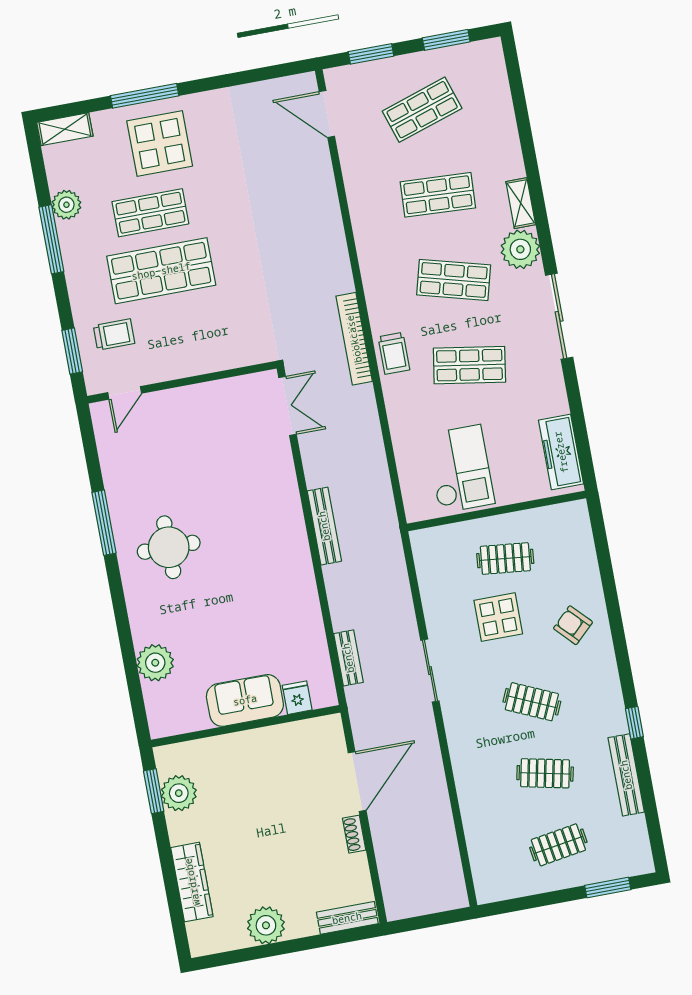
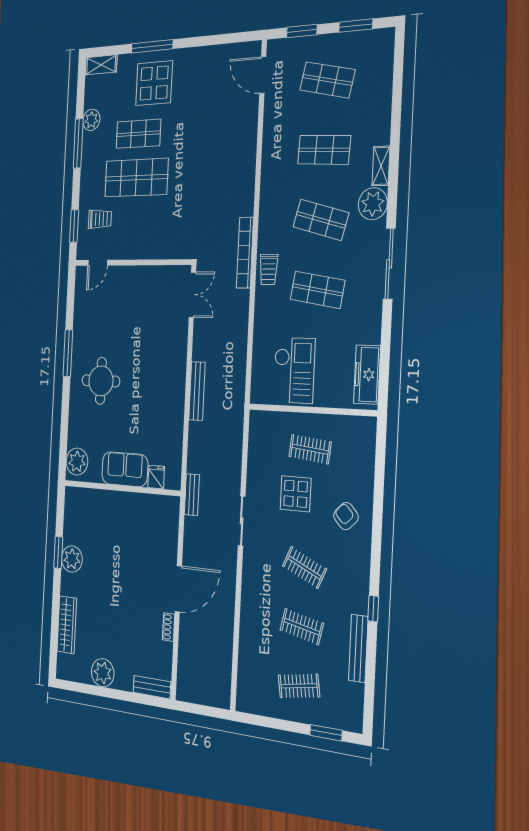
shop shelf: (422, 110) -> (327, 80), turned 30
fridge: (297, 698) -> (156, 477), moved
sofa: (245, 700) -> (125, 469), moved
wall: (246, 726) -> (121, 488), moved

